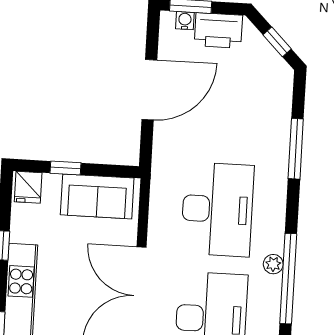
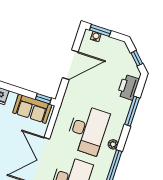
printer: (218, 30) -> (128, 87), moved, turned 90
window: (65, 168) -> (43, 99), moved
plant: (273, 264) -> (113, 144), moved

